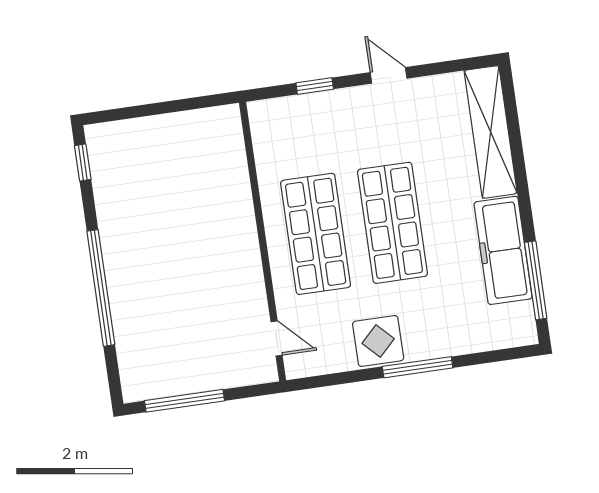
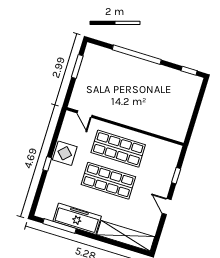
door: (389, 75) -> (167, 206), swing flipped
door: (277, 339) -> (85, 114), hinge flipped
window: (418, 367) -> (47, 164), width x0.46
window: (184, 401) -> (77, 67), width x0.69

